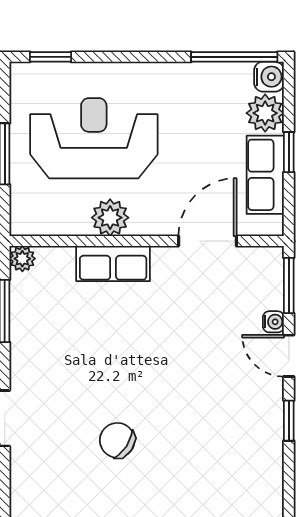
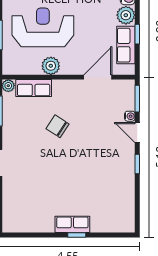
row of seats: (113, 263) -> (34, 88), moved
chair: (117, 440) -> (58, 126), moved

